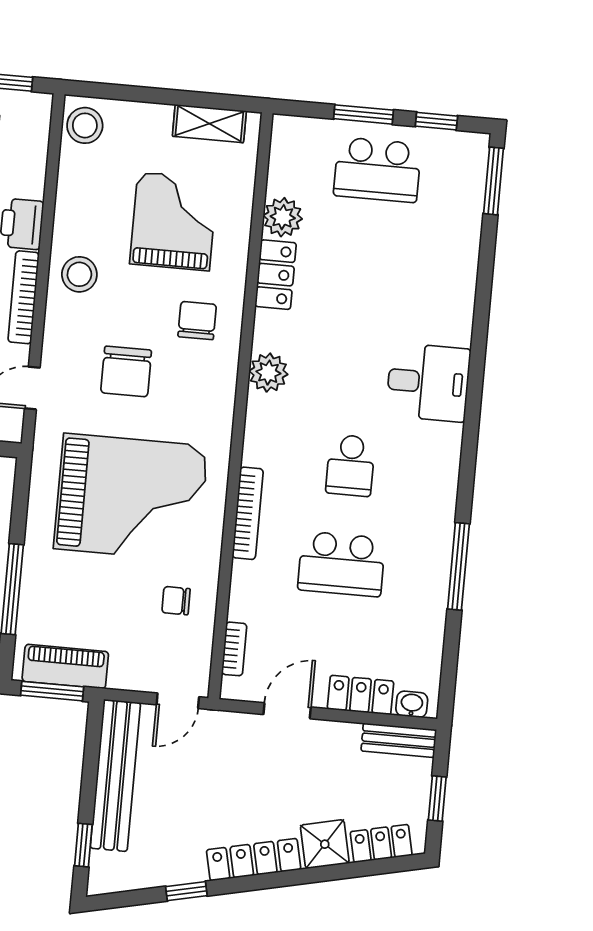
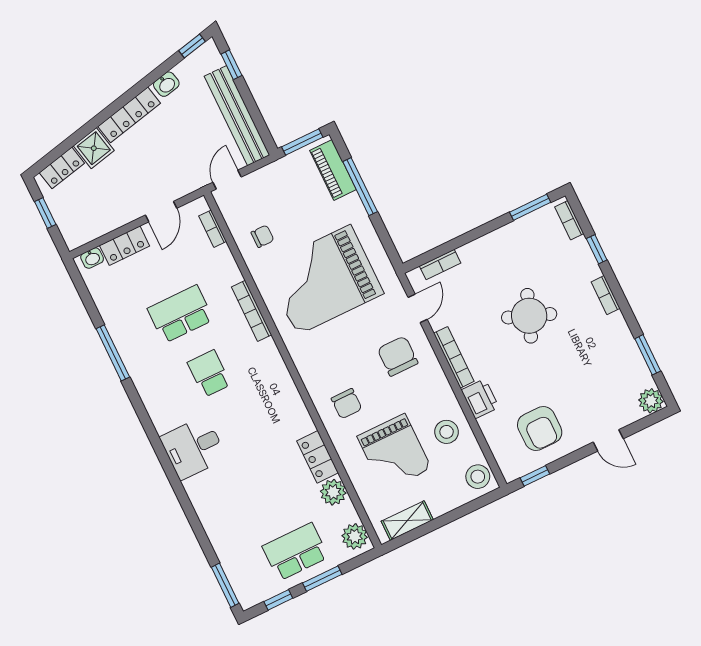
stool: (79, 274) -> (447, 432), moved
chair: (126, 371) -> (398, 356), moved
plant: (268, 373) -> (355, 536), moved
piano: (65, 666) -> (333, 170), moved, turned 90
bench: (399, 740) -> (87, 233), removed
washbasin: (182, 870) -> (166, 84), added
window: (186, 891) -> (192, 46), moved

